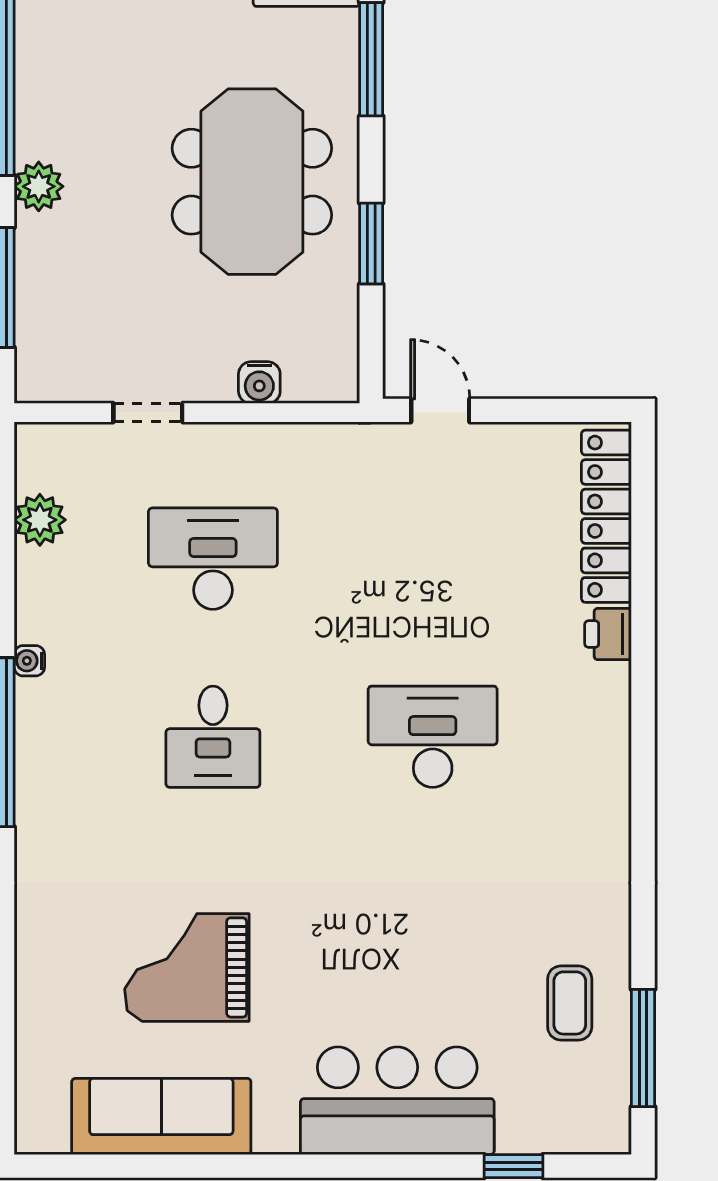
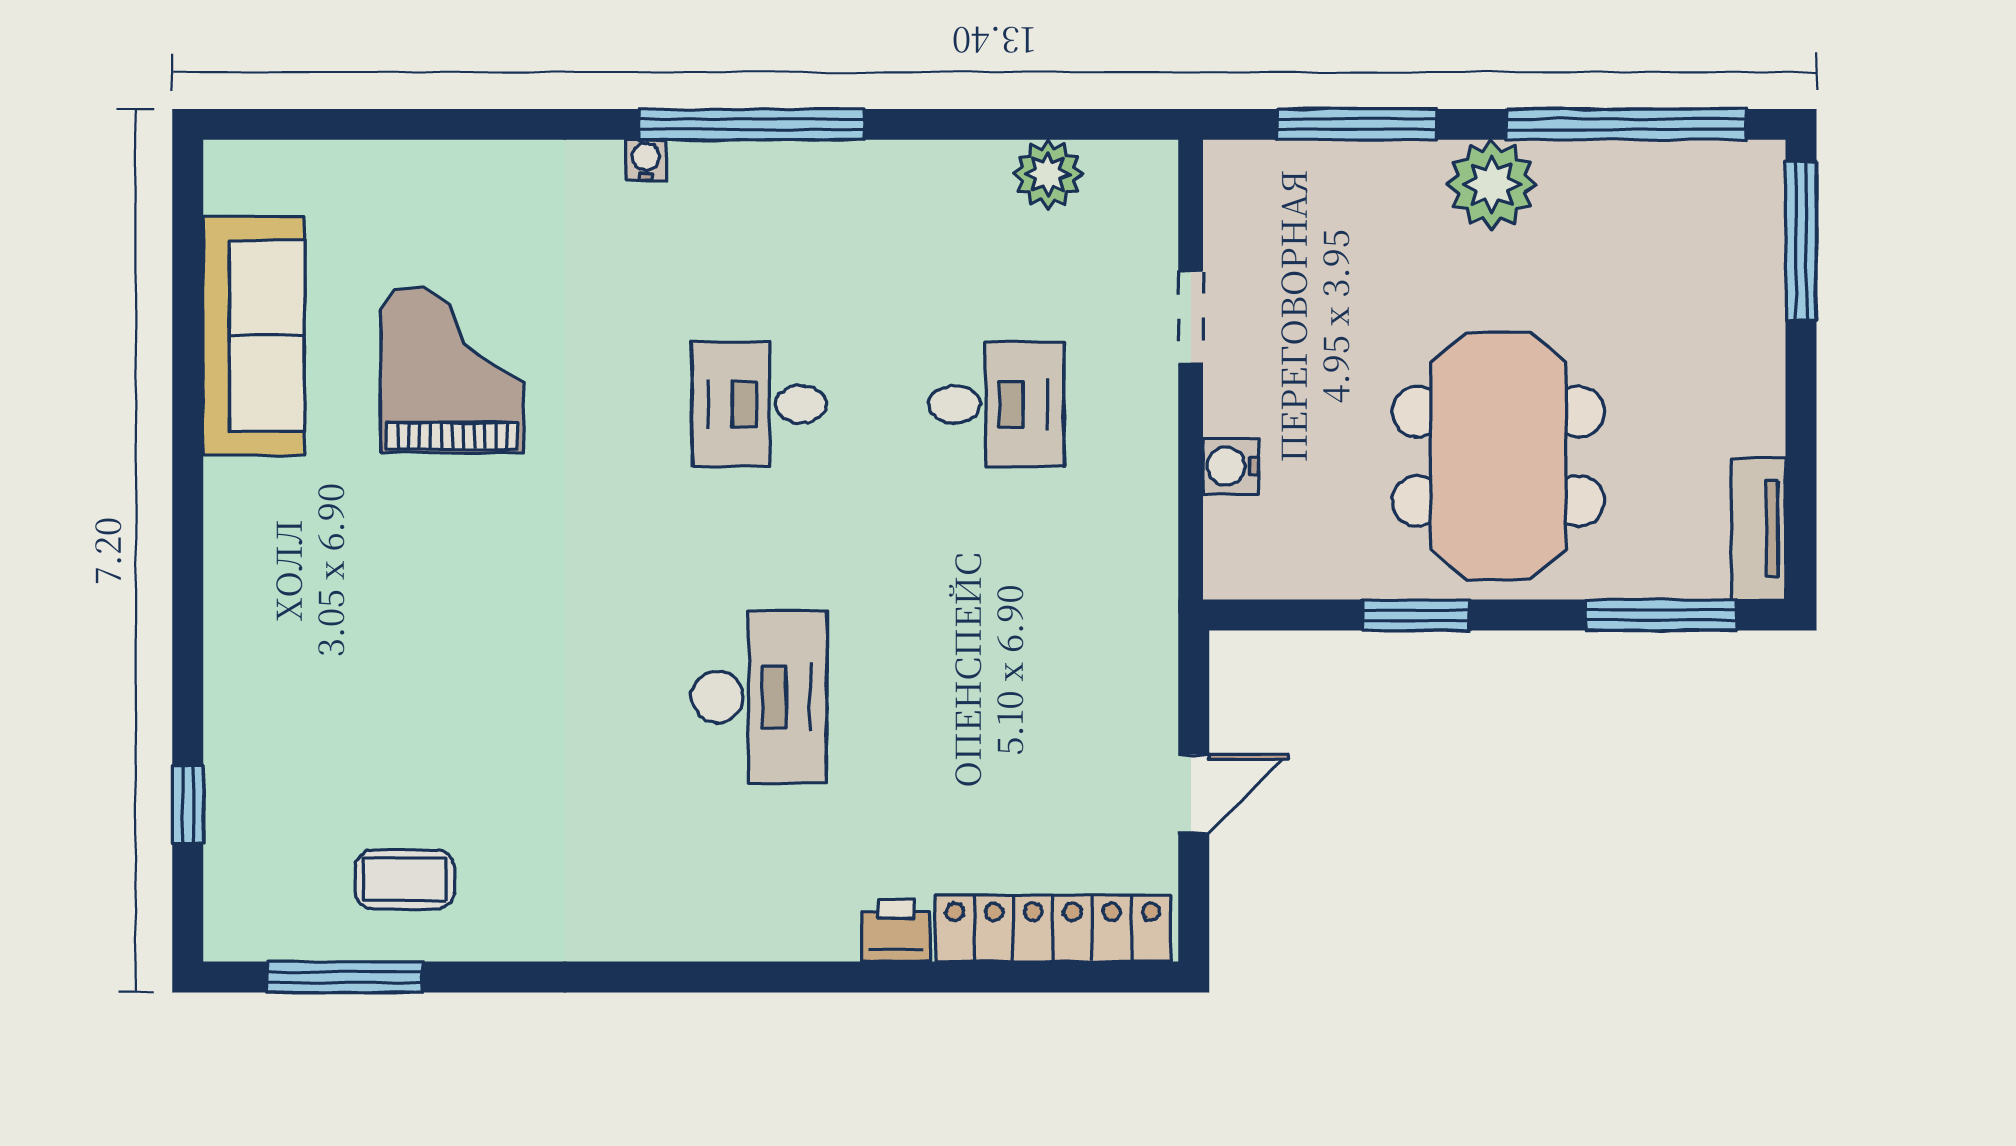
meeting table: (252, 182) -> (1498, 456), turned 90
plant: (39, 186) -> (1492, 184), width x1.36, depth x1.36
door: (440, 410) -> (1194, 794), moved
desk: (213, 559) -> (996, 404), width x0.73
water cooler: (29, 661) -> (646, 160), moved
bar counter: (397, 1101) -> (275, 650), removed

